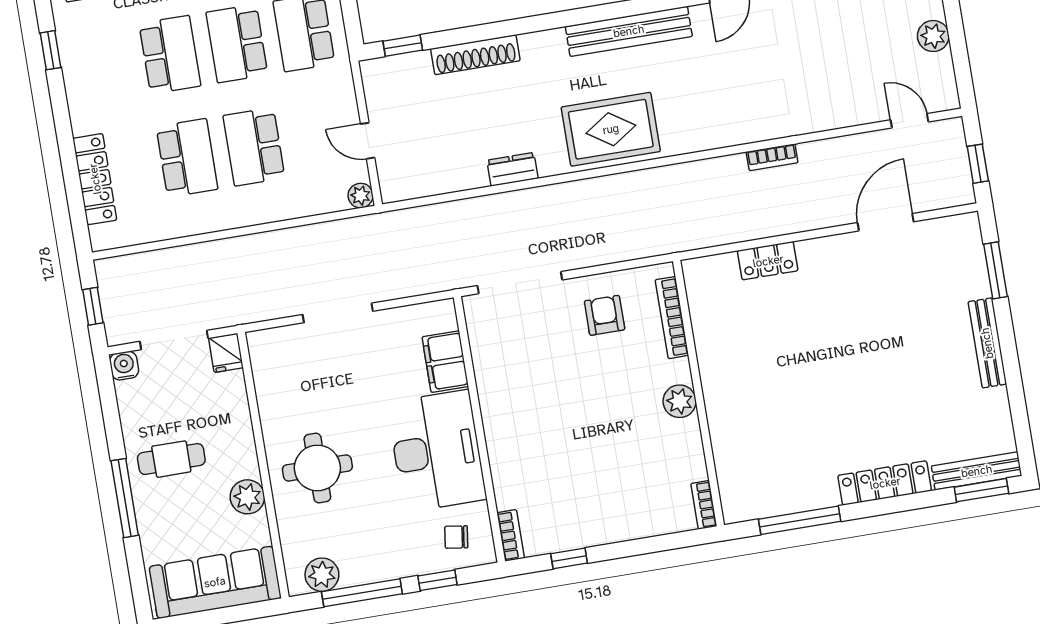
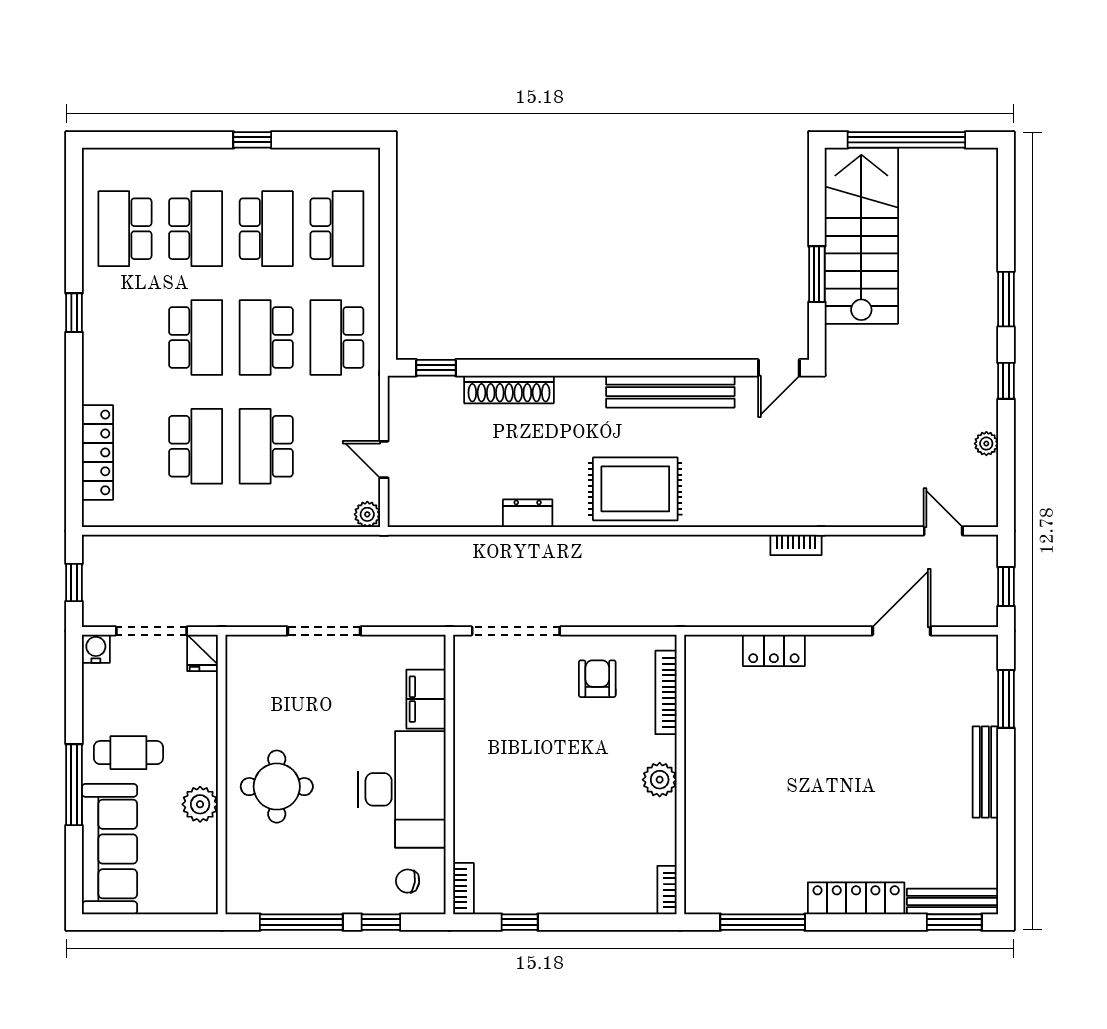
plant: (933, 36) -> (986, 444), width x0.73, depth x0.73
plant: (322, 575) -> (263, 897), removed
sofa: (215, 582) -> (109, 849), moved, turned 90

